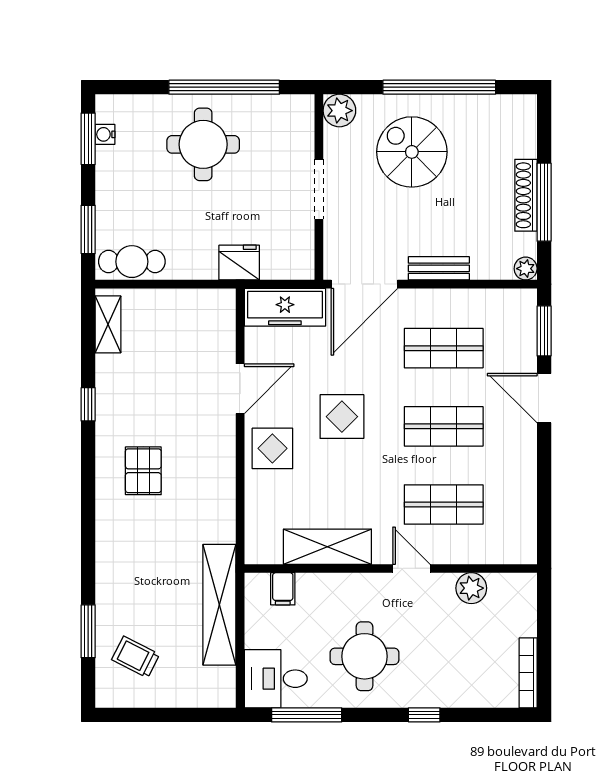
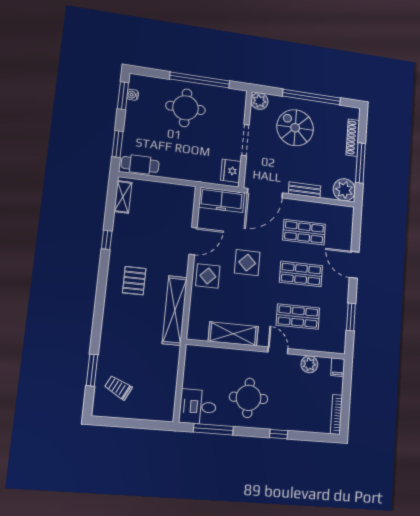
shoe rack: (526, 195) -> (353, 138), moved
fridge: (239, 263) -> (231, 171), moved, turned -90
plant: (526, 269) -> (344, 190), width x1.87, depth x1.87
window: (544, 331) -> (351, 317), moved
filing cabinet: (283, 589) -> (338, 367), moved
shelving: (219, 605) -> (175, 310), moved

